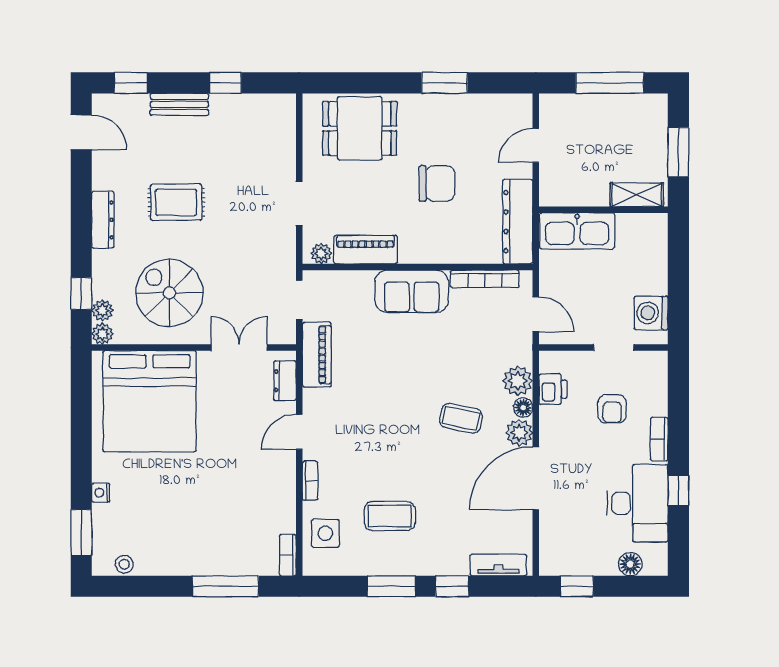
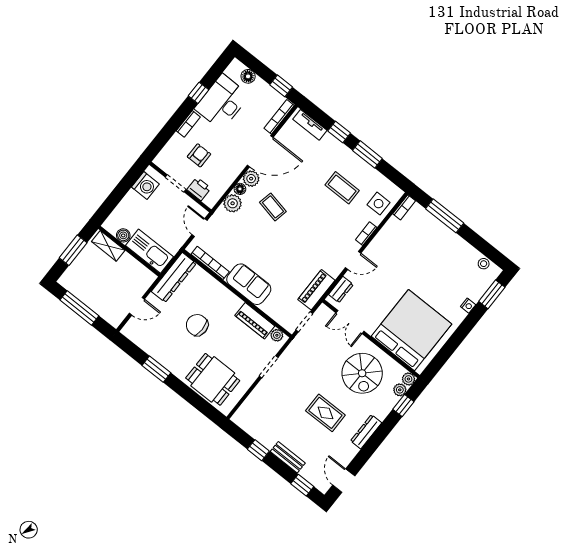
boiler: (628, 224) -> (123, 235), added
printer: (553, 389) -> (199, 189), moved, turned 90
bookcase: (547, 543) -> (279, 117), added

